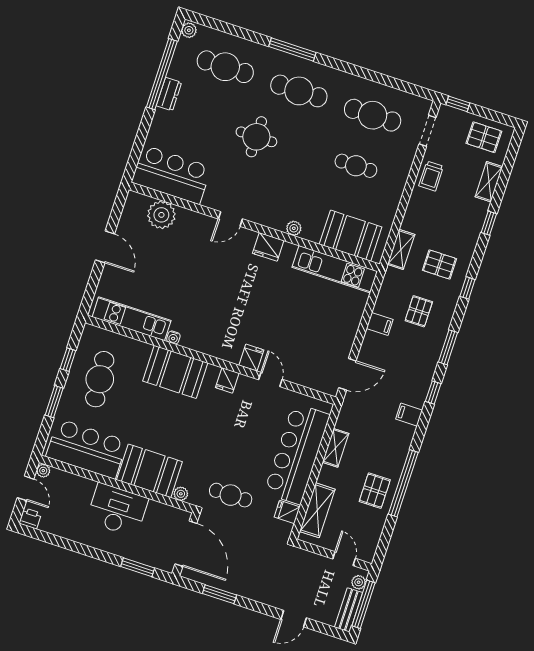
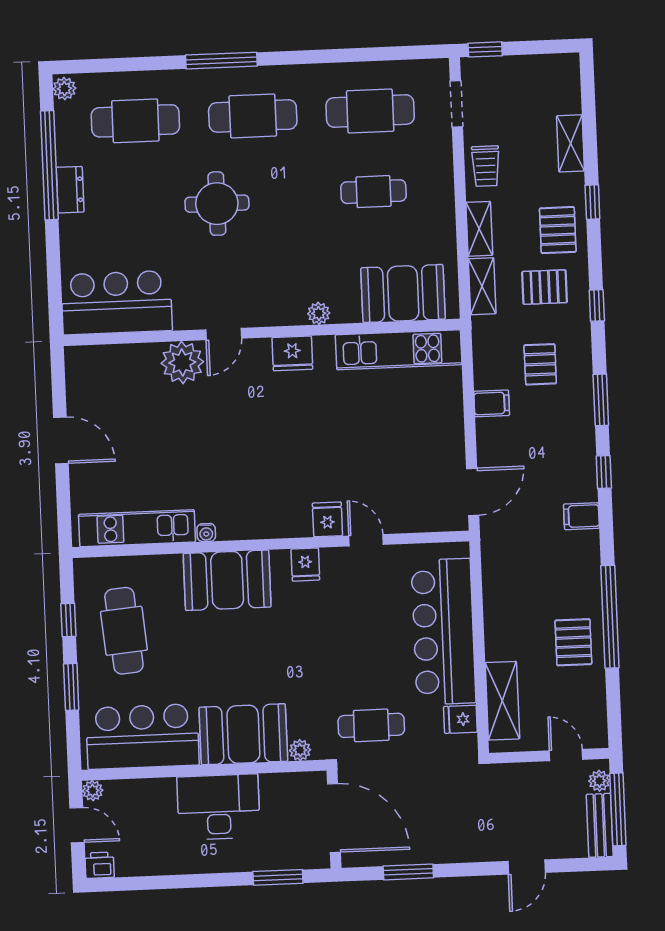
pallet: (484, 137) -> (558, 230), moved, turned 90
plant: (161, 215) -> (182, 362), moved
shelving: (336, 448) -> (479, 229), moved

